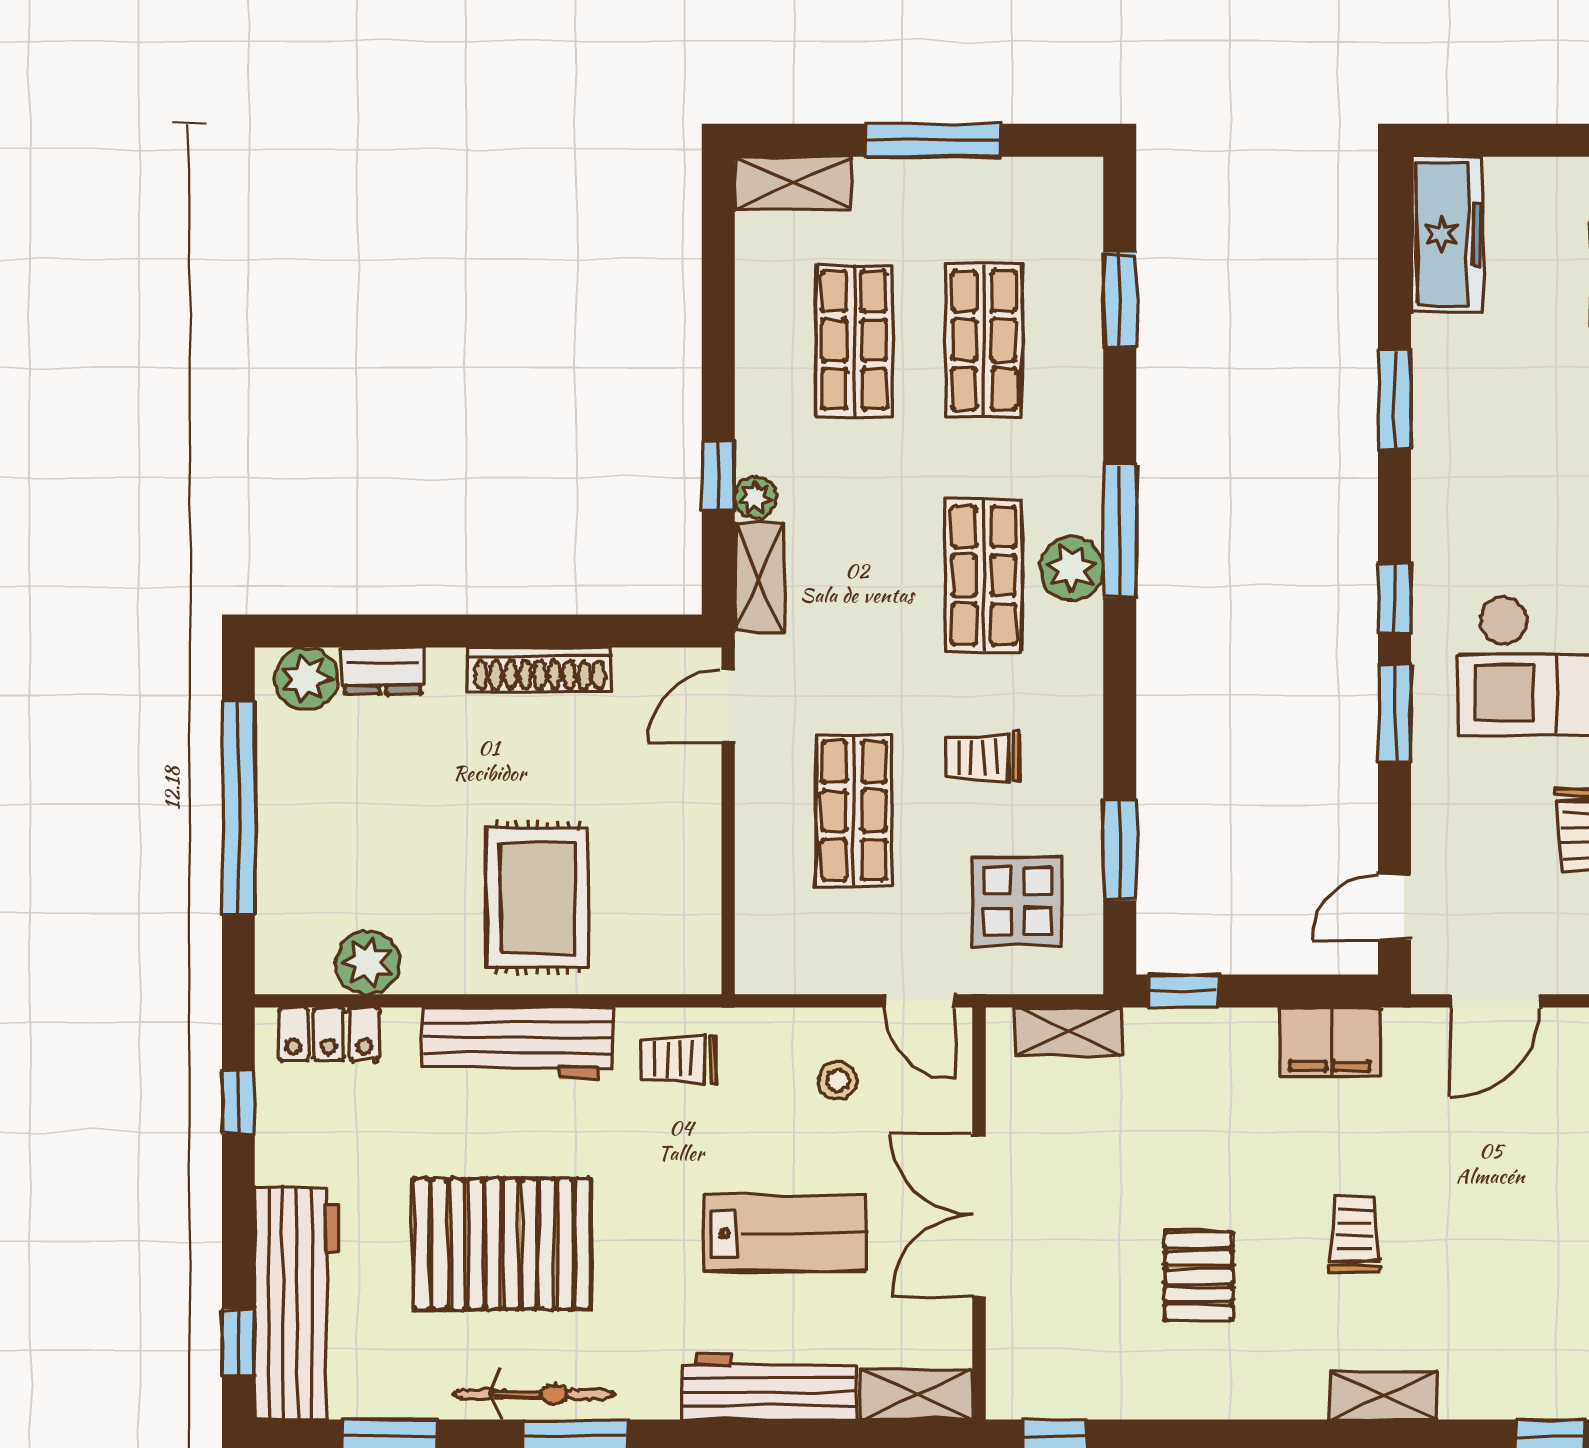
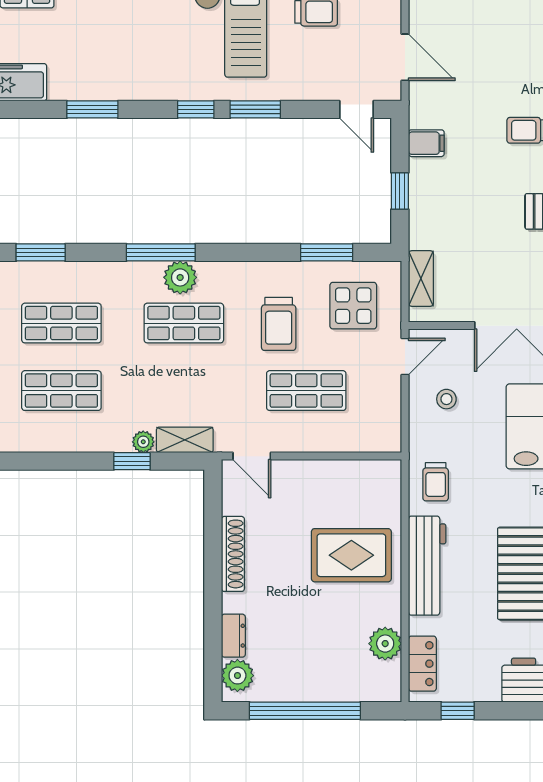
trolley: (982, 758) -> (279, 324), width x1.36, depth x1.39
window: (1183, 991) -> (400, 191), moved
filing cabinet: (1330, 1042) -> (426, 143), width x0.50

